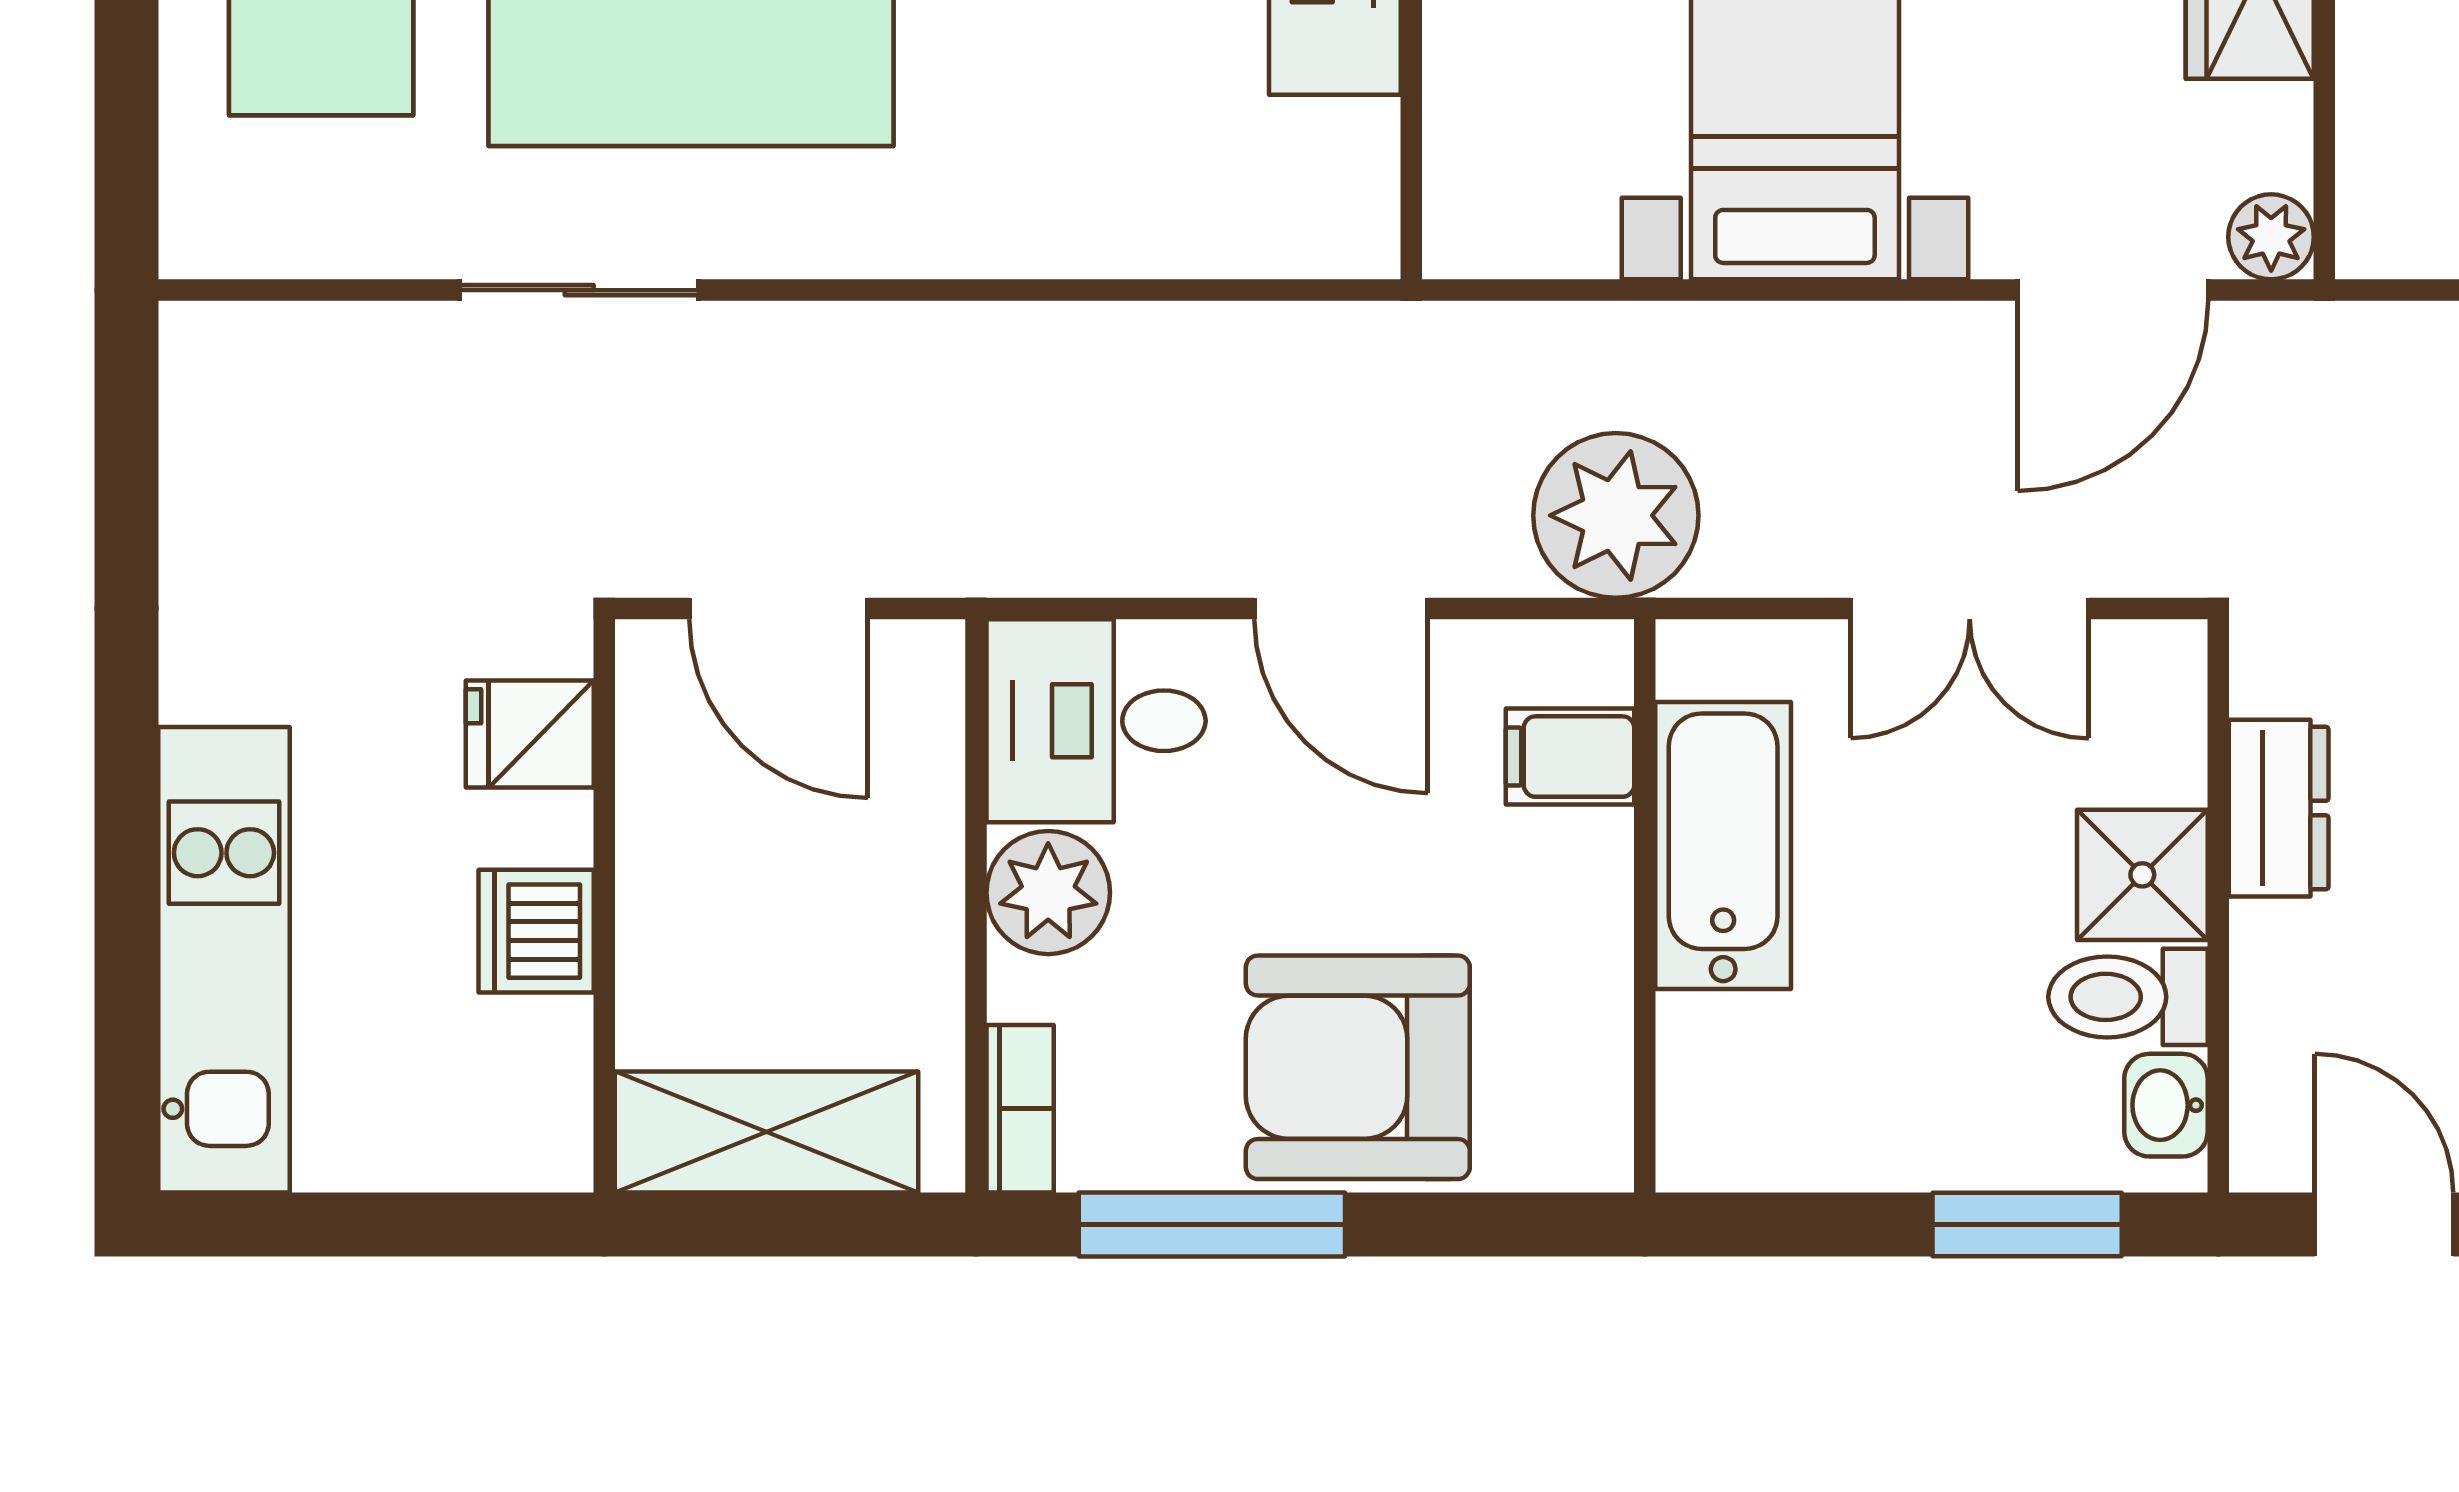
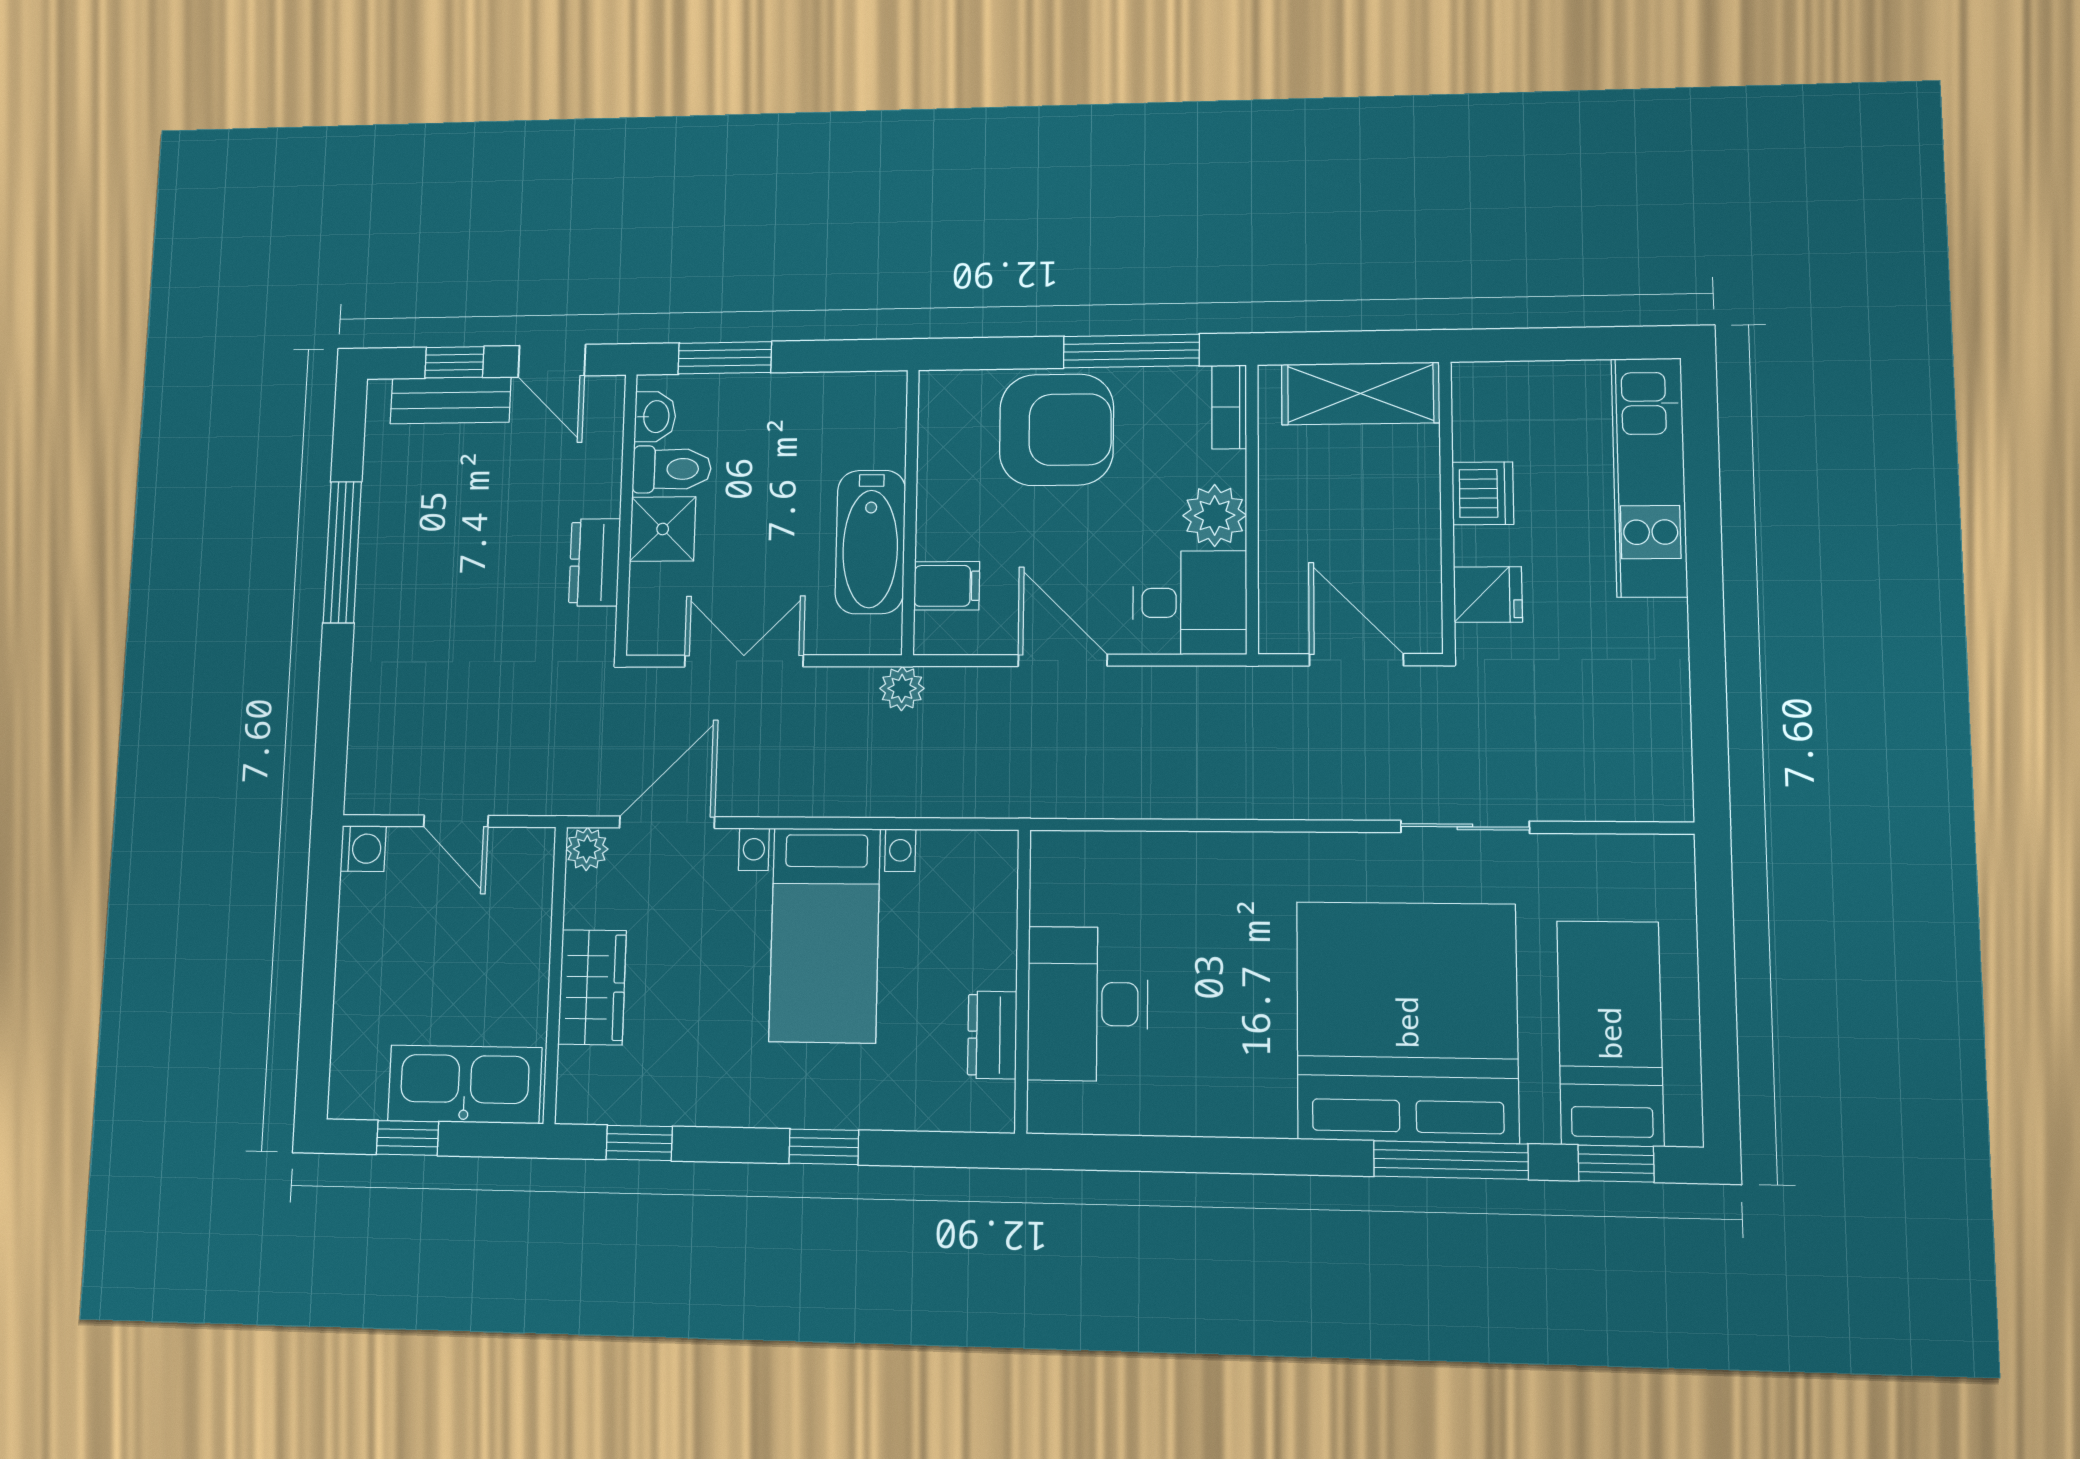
plant: (1616, 515) -> (902, 688), width x0.53, depth x0.53

